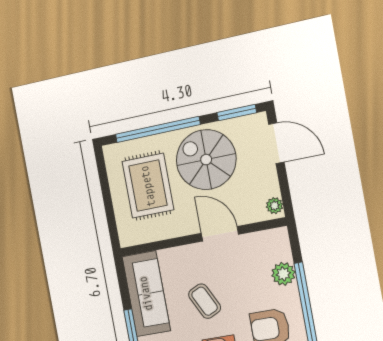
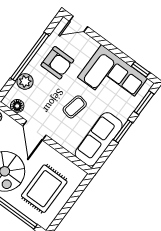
floor lamp: (265, 240) -> (17, 106), added
coffee table: (205, 301) -> (75, 107), turned 38

